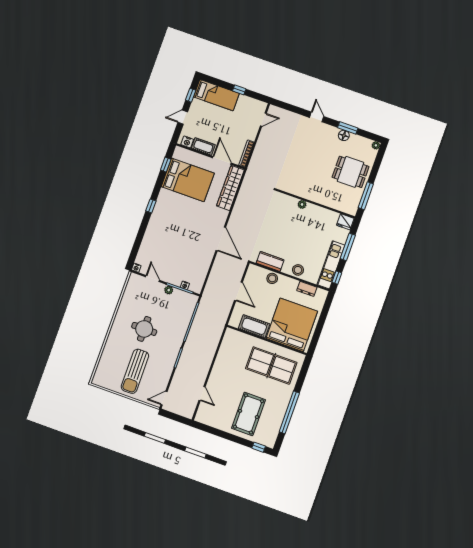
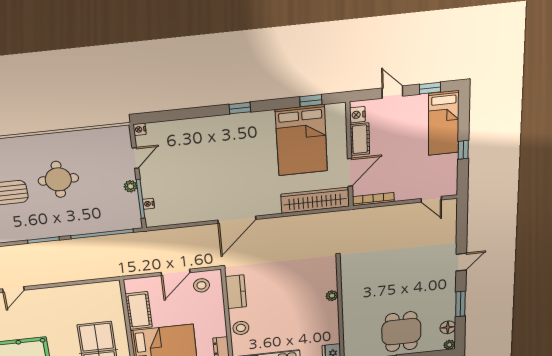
floor lamp: (344, 135) -> (448, 327), moved
stool: (272, 278) -> (201, 285), moved

